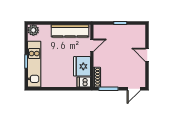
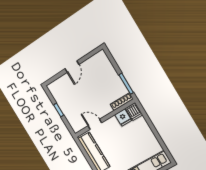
fridge: (82, 66) -> (123, 118), width x0.53, depth x0.75
door: (134, 89) -> (111, 59), removed

